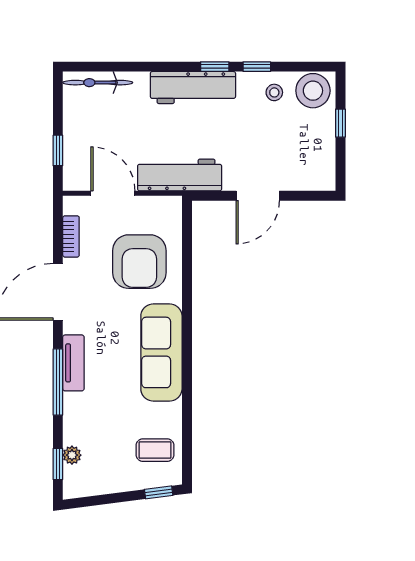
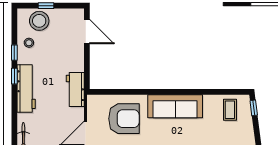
stool: (313, 91) -> (39, 21), moved
workbench: (180, 175) -> (75, 90), width x0.73
door: (258, 196) -> (87, 32), moved

